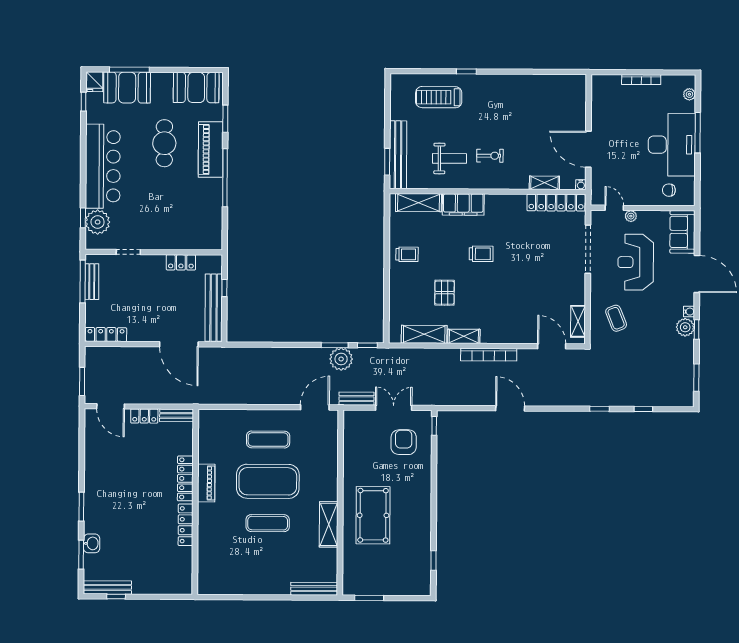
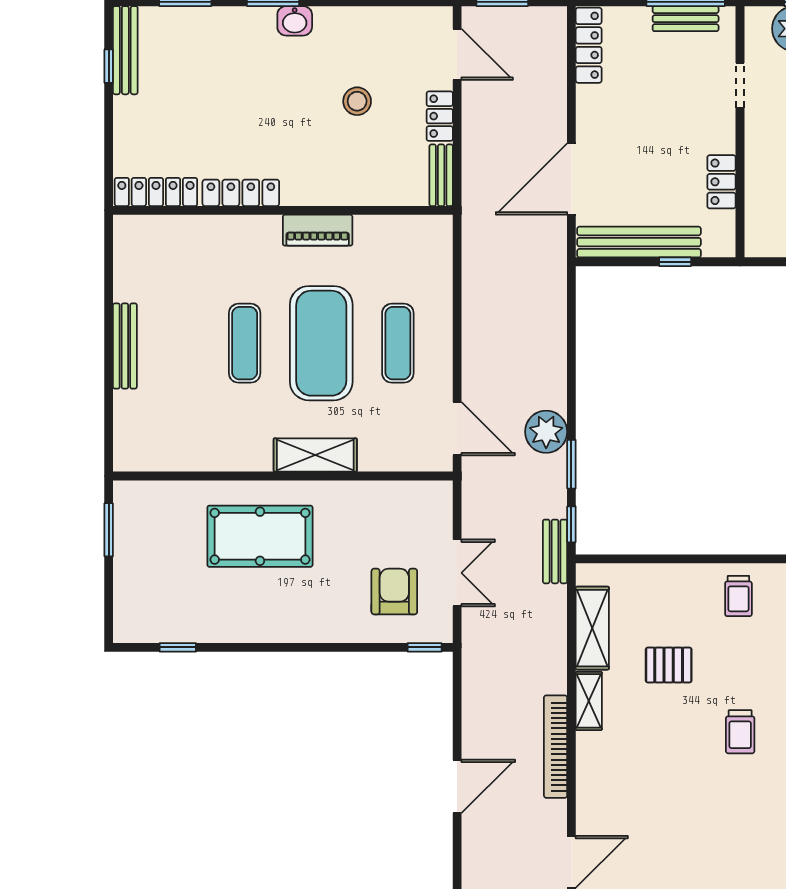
plant: (341, 359) -> (546, 432), moved
bench: (356, 399) -> (555, 551), moved
door: (111, 406) -> (457, 54), swing flipped
armchair: (404, 442) -> (394, 592), turned -90
stool: (136, 461) -> (357, 101), added
locker: (185, 478) -> (156, 192), moved
shelving: (329, 524) -> (315, 455), moved
washbasin: (92, 543) -> (295, 21), moved
bench: (314, 589) -> (125, 346), moved

